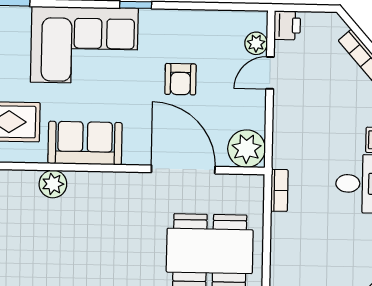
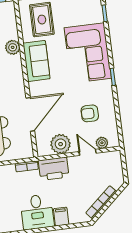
printer: (287, 25) -> (54, 169), moved, width x1.87, depth x1.48
armchair: (180, 79) -> (90, 113), moved
plant: (247, 149) -> (61, 144), moved

